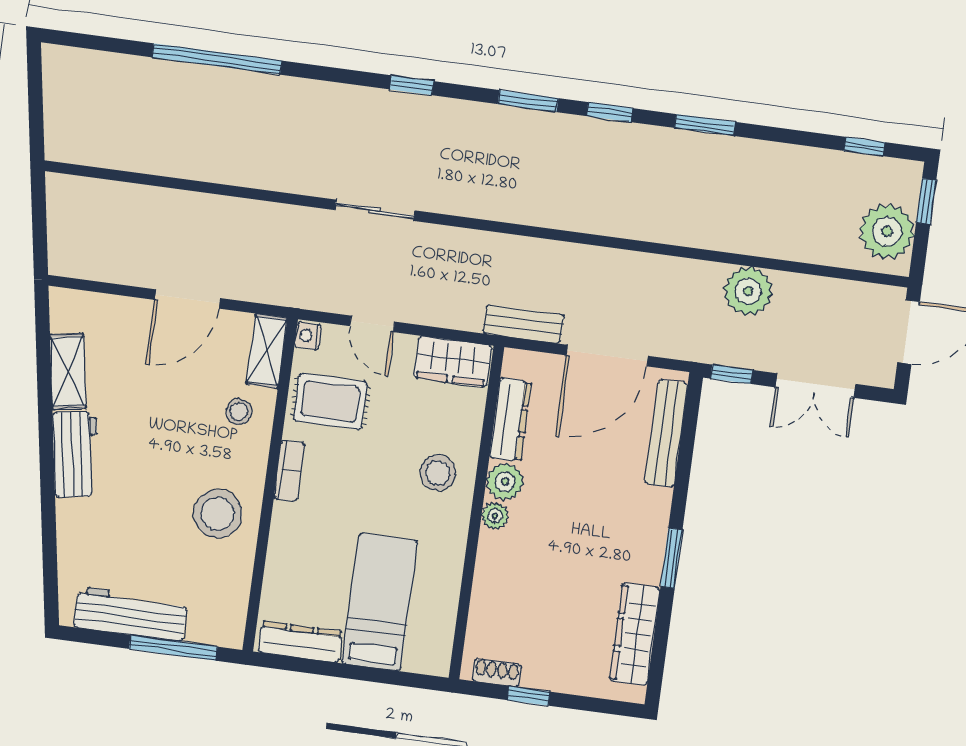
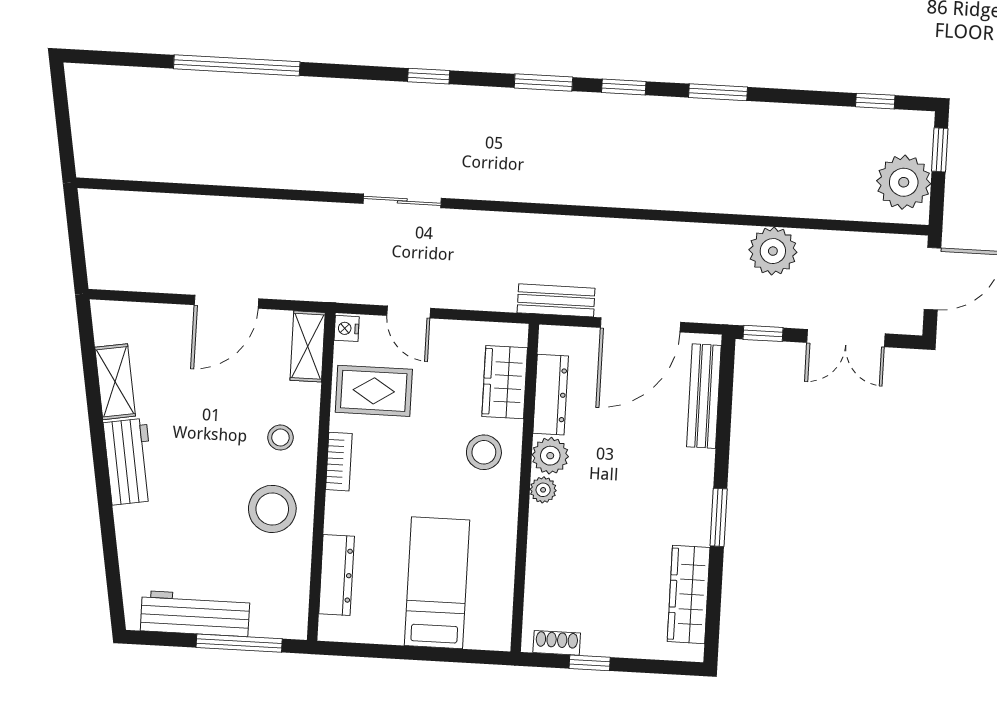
wardrobe: (453, 362) -> (505, 382), moved, turned 90
stool: (239, 412) -> (280, 438), moved
dresser: (300, 642) -> (337, 575), moved, turned 90

